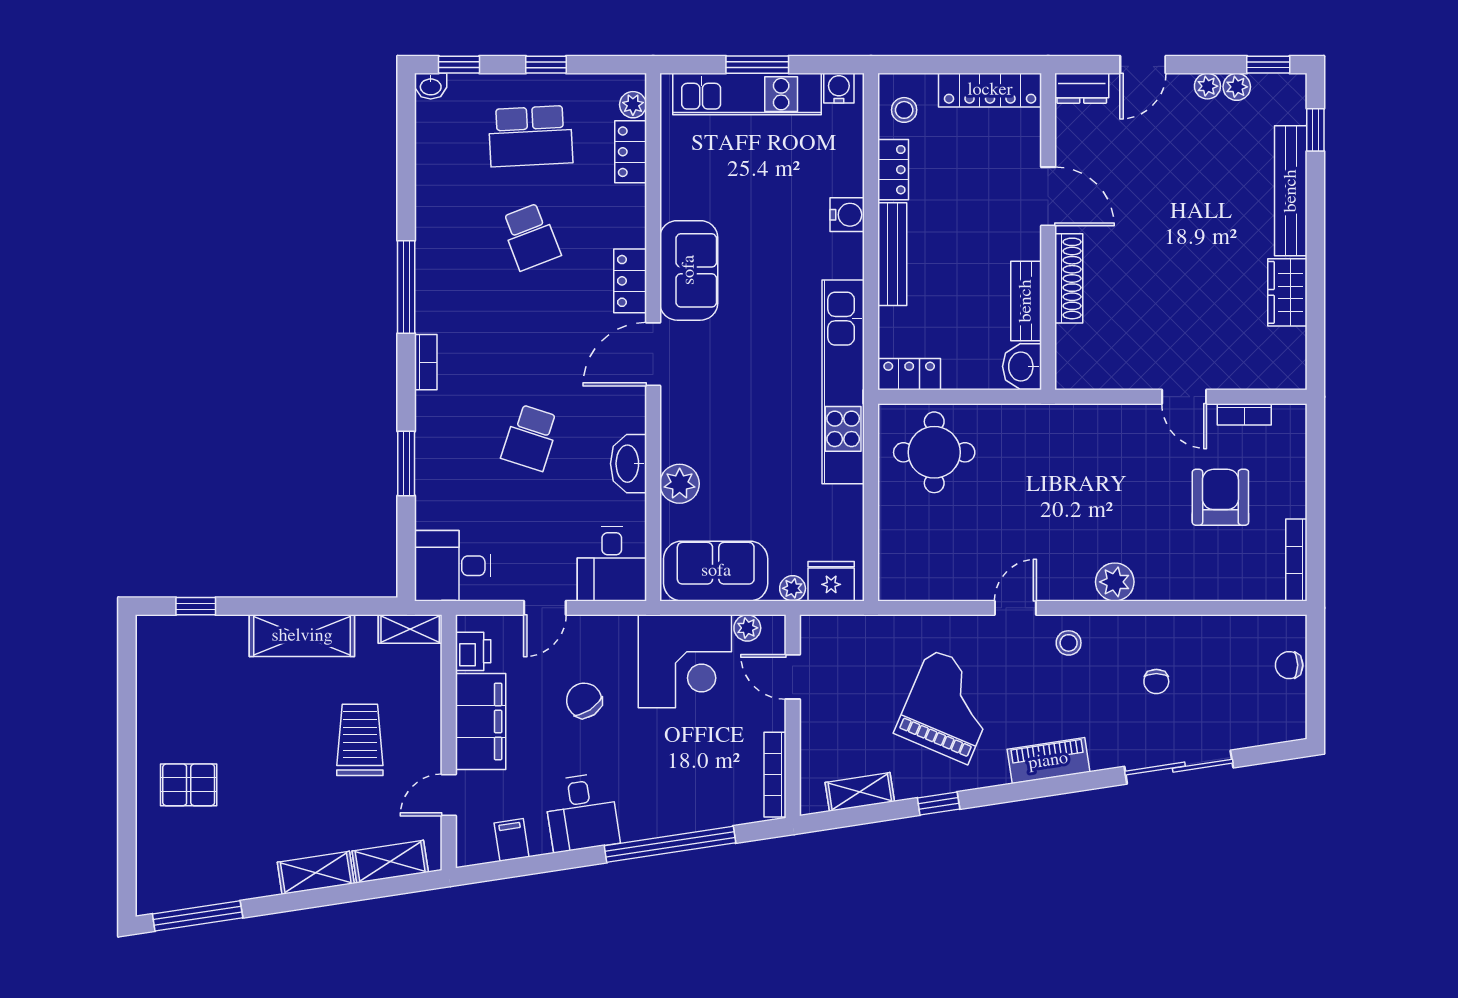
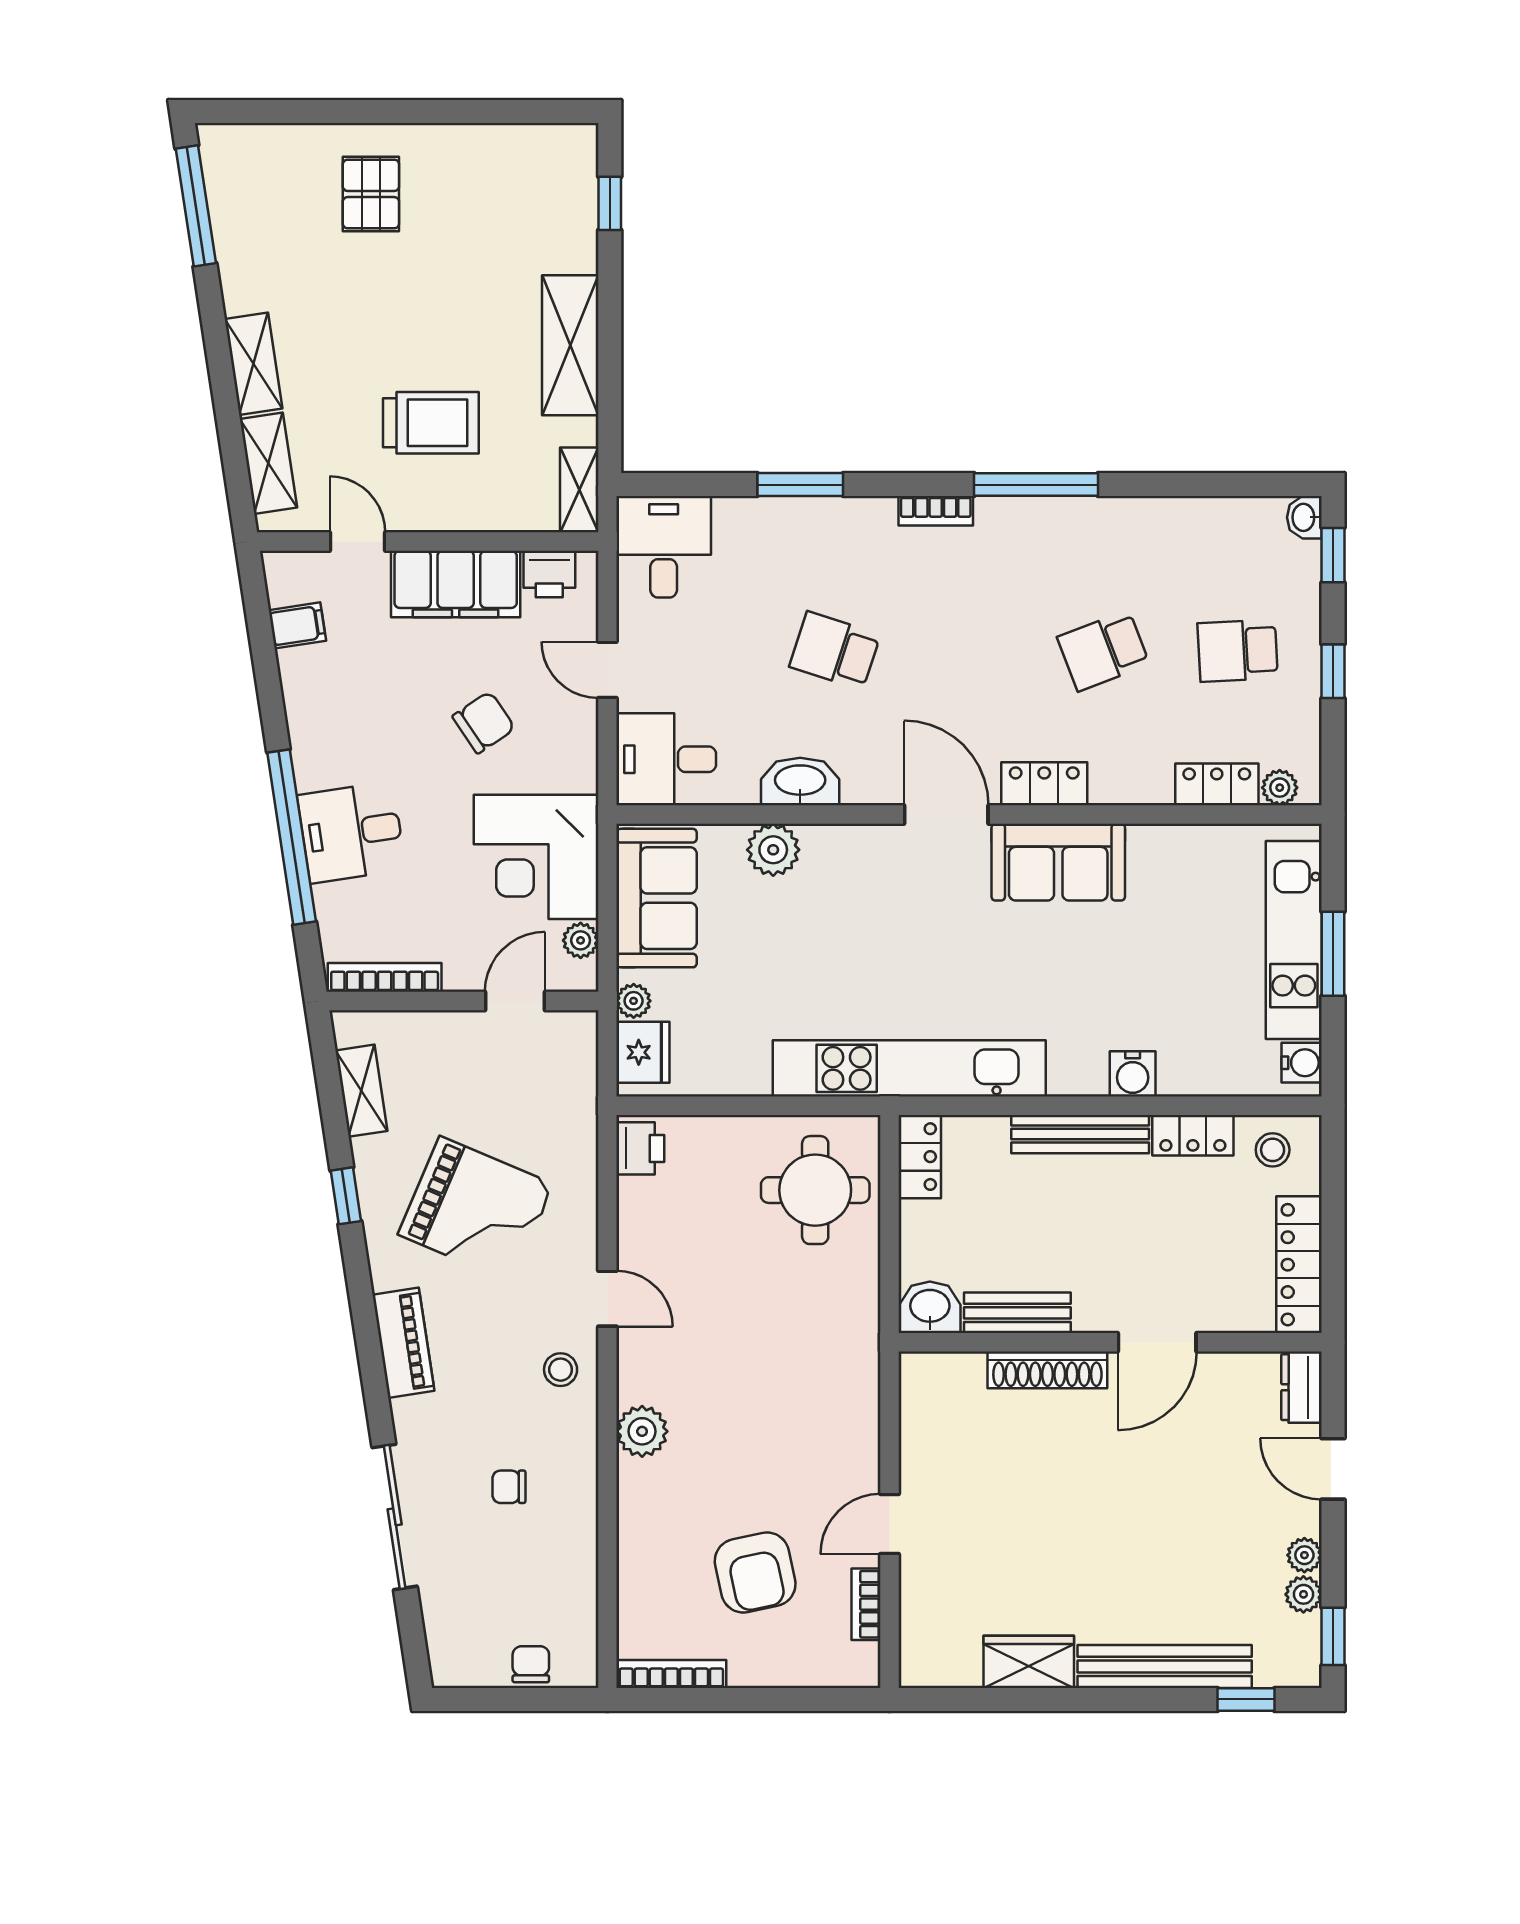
school desk: (530, 136) -> (1238, 651), width x0.54
armchair: (1220, 497) -> (755, 1573), turned 78
printer: (903, 583) -> (640, 1148), added
desk: (582, 812) -> (351, 832), moved

